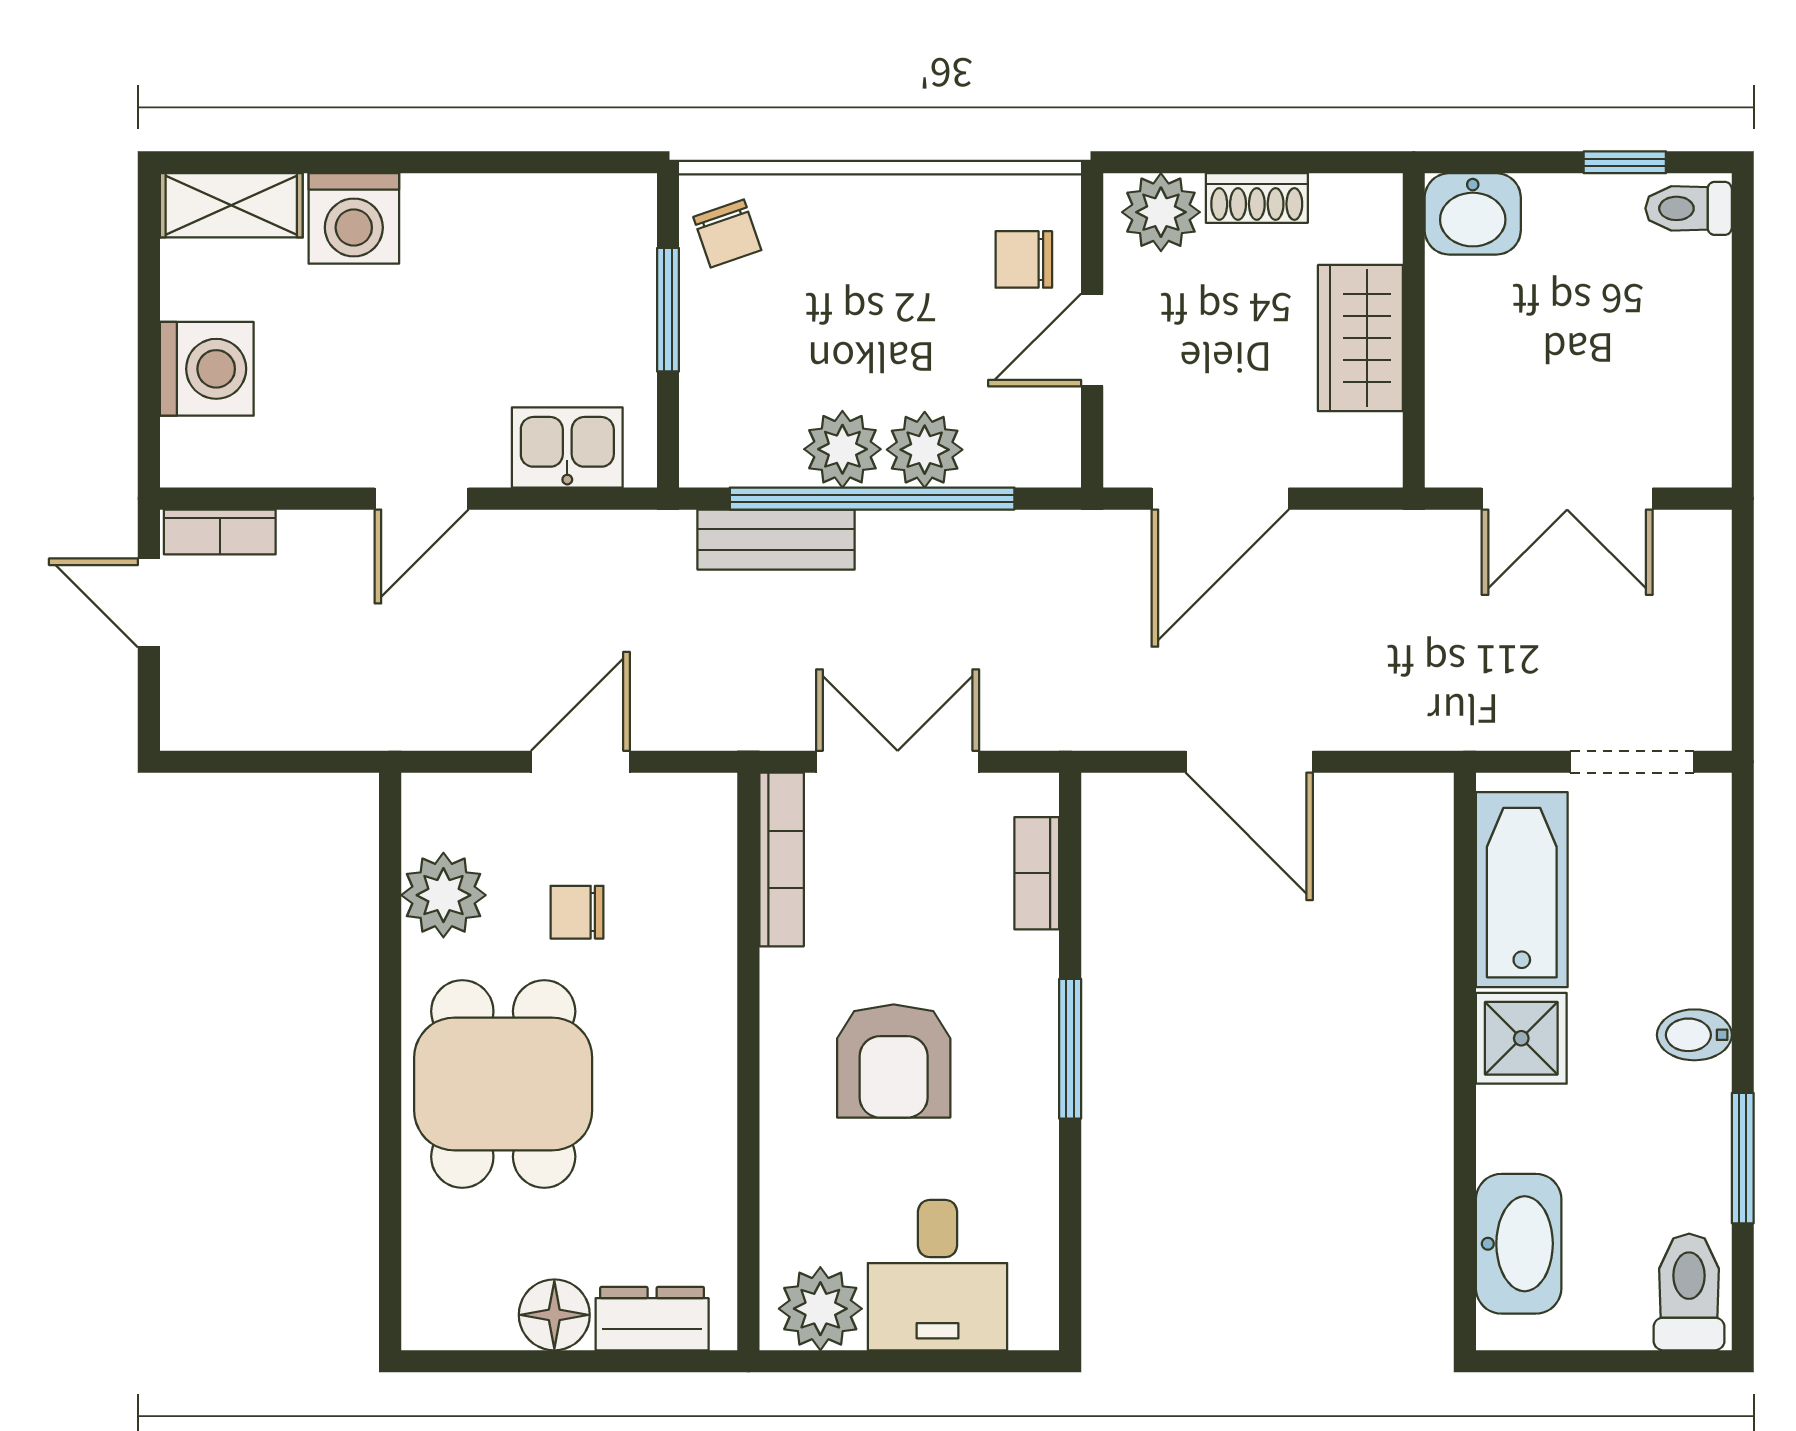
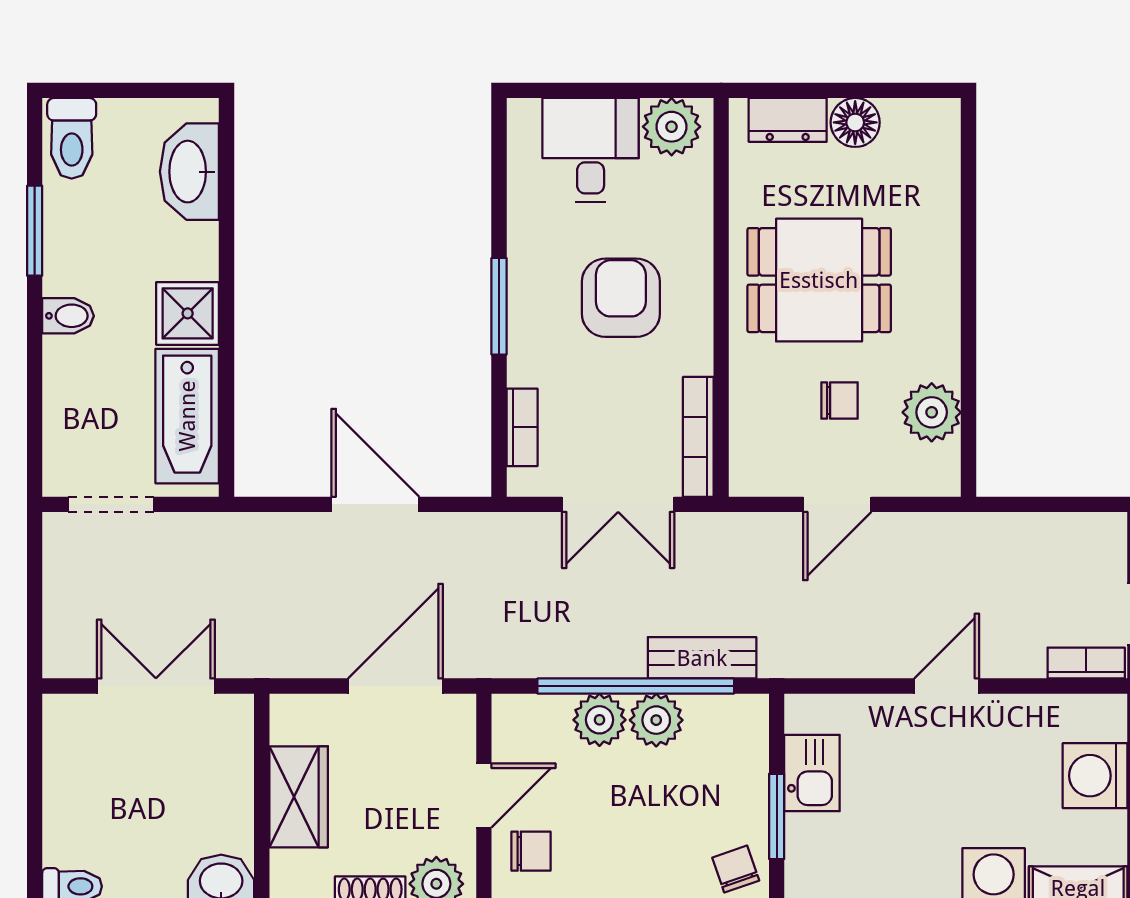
kitchen sink: (567, 447) -> (812, 773), moved, turned -90
dining table: (503, 1084) -> (819, 280), moved, turned 90

